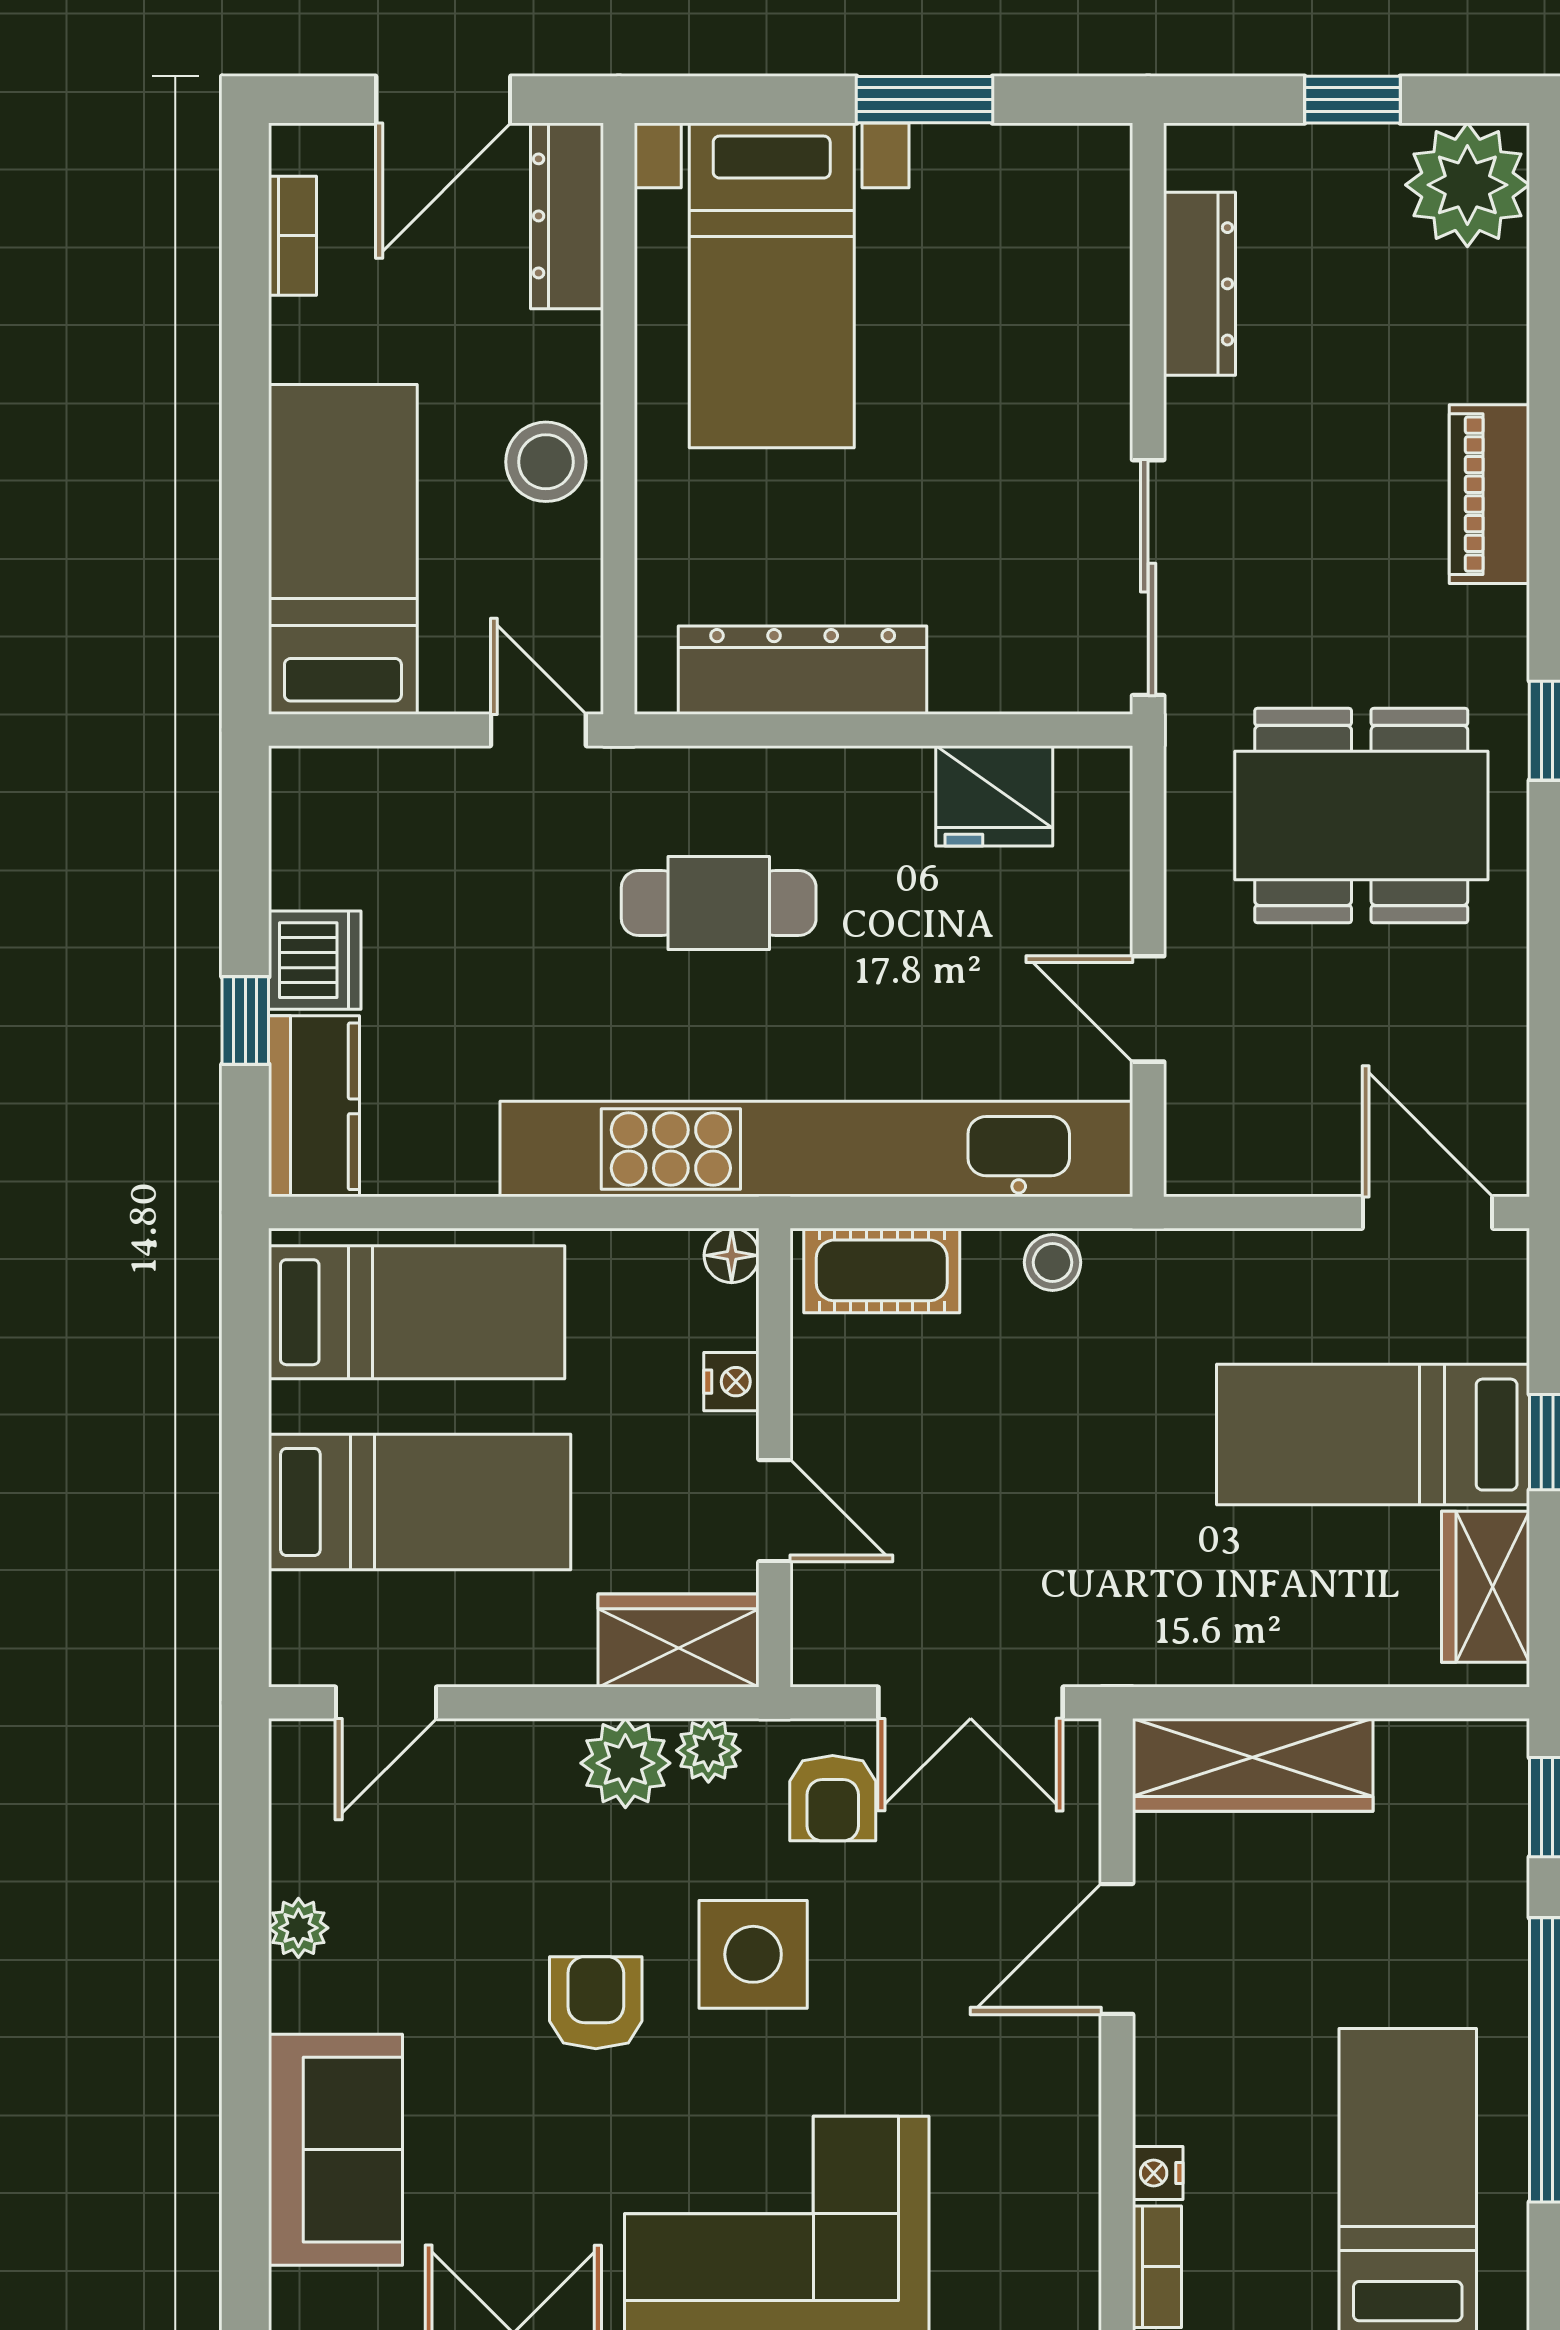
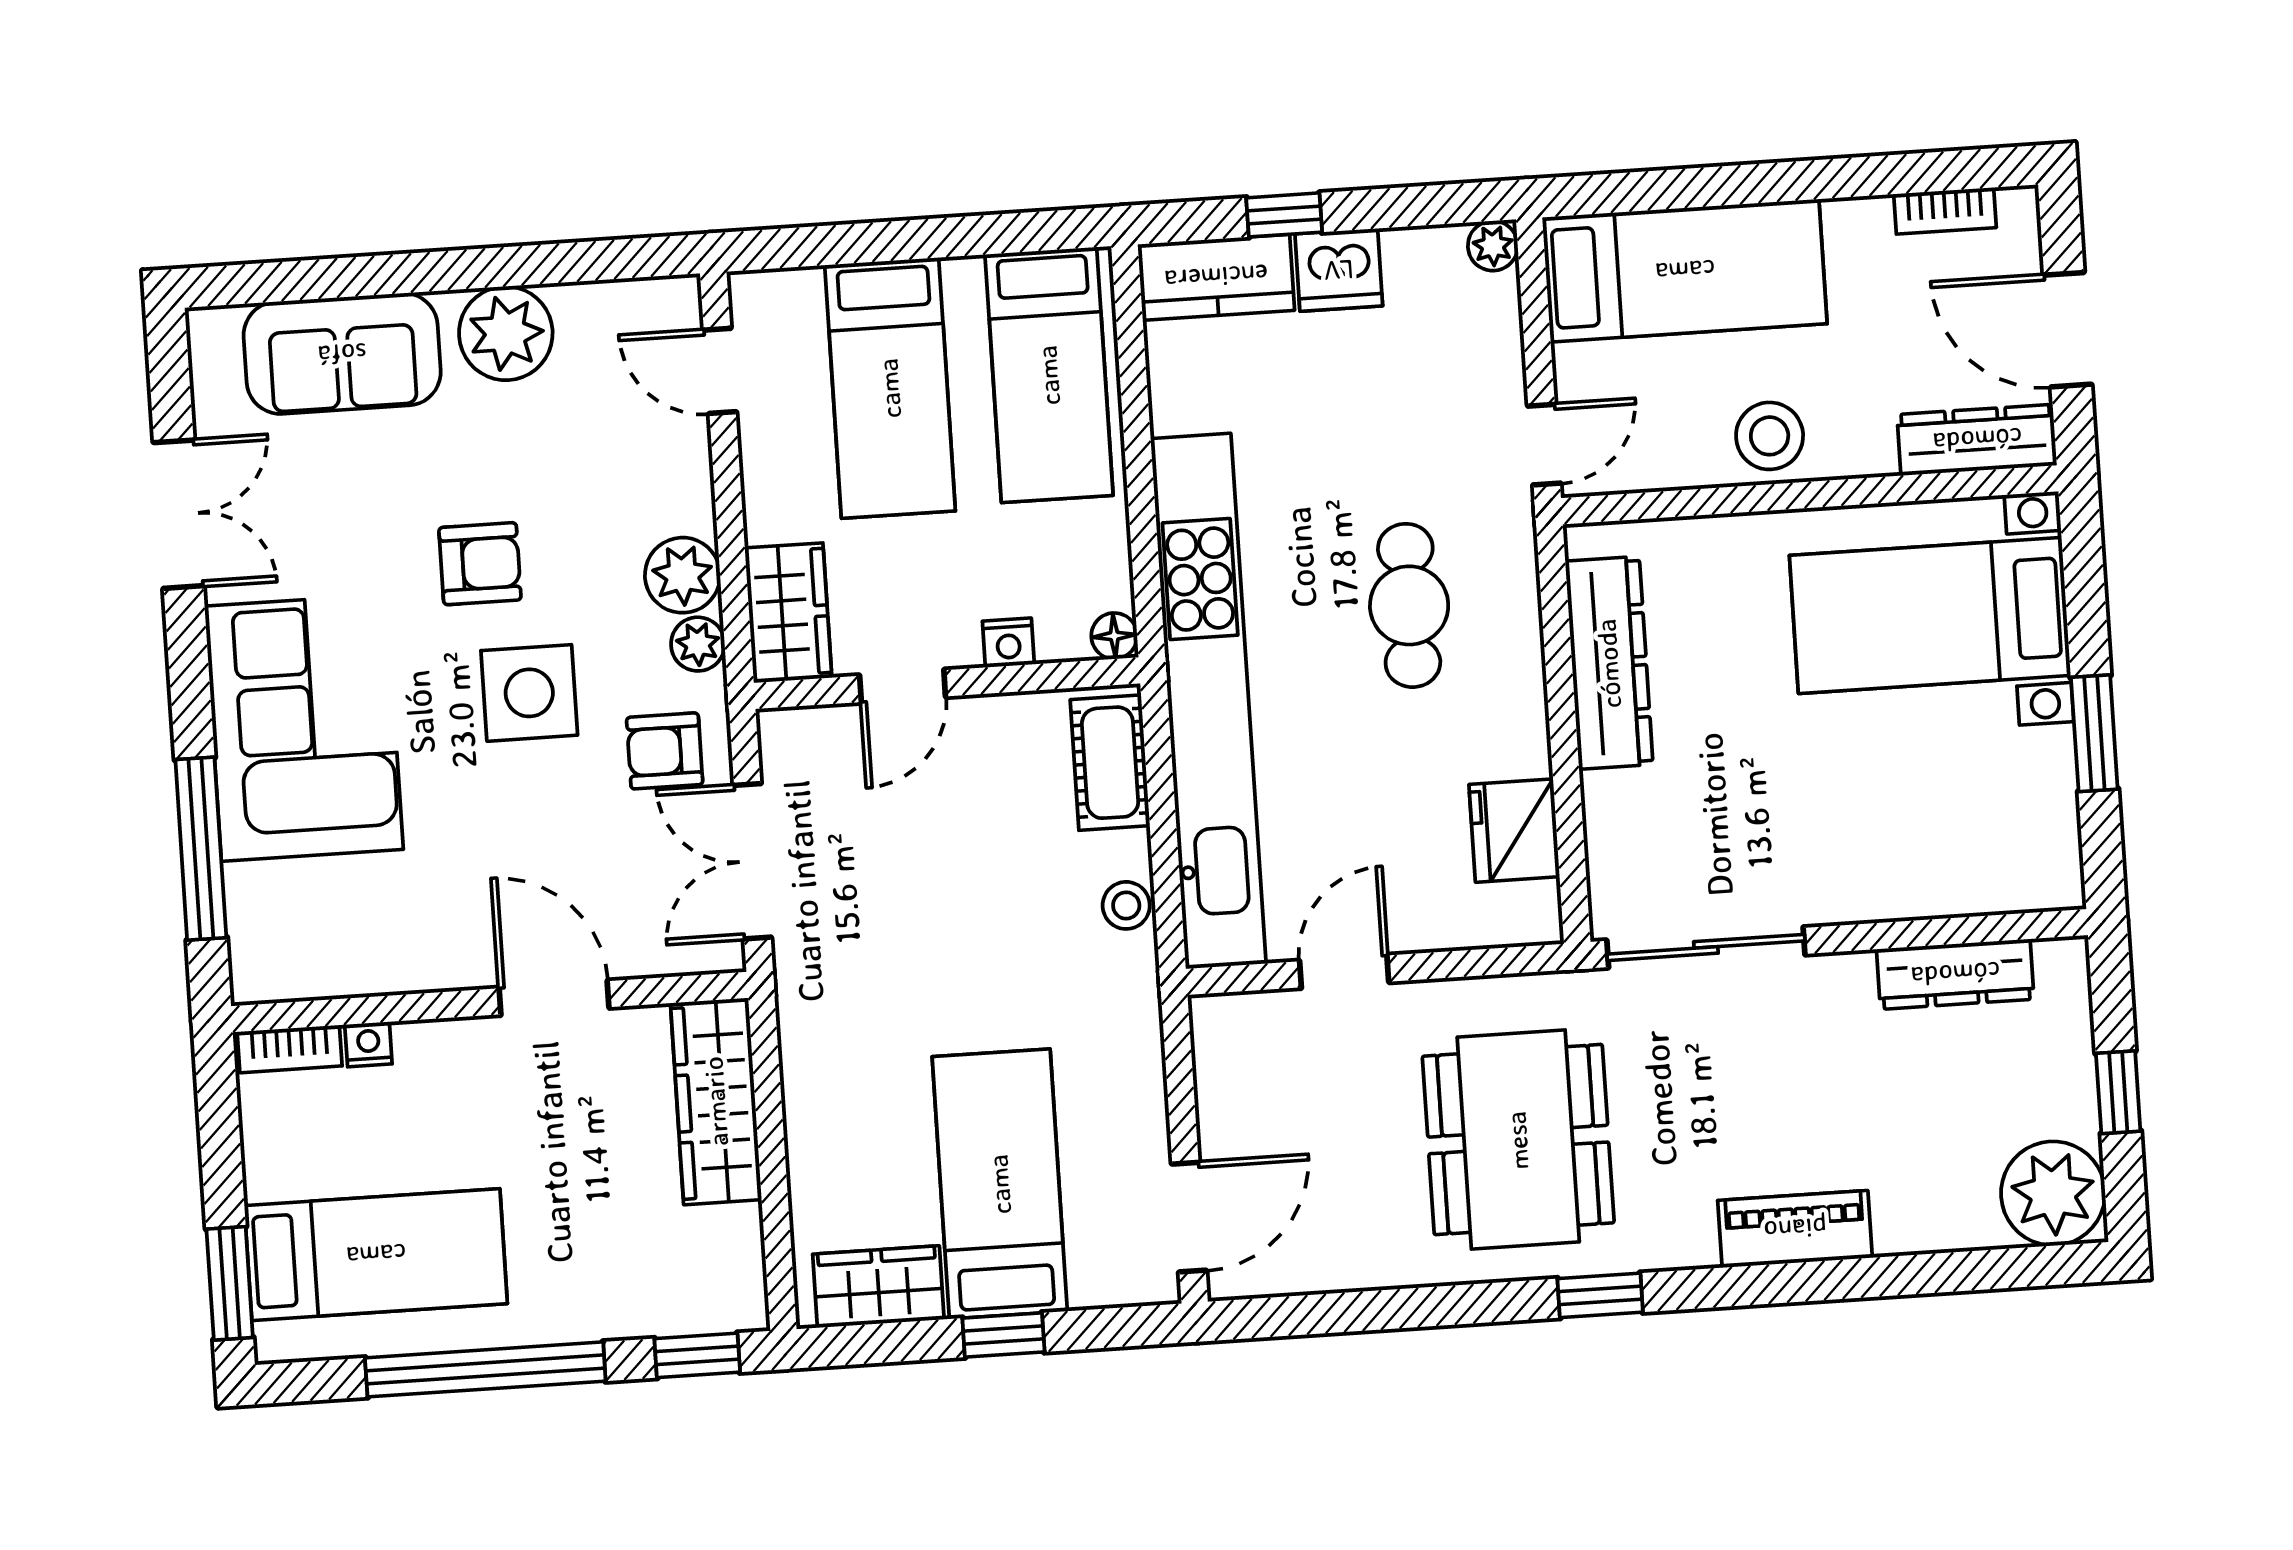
plant: (298, 775) -> (1493, 246), added
plant: (298, 1928) -> (506, 333), width x1.87, depth x1.87

